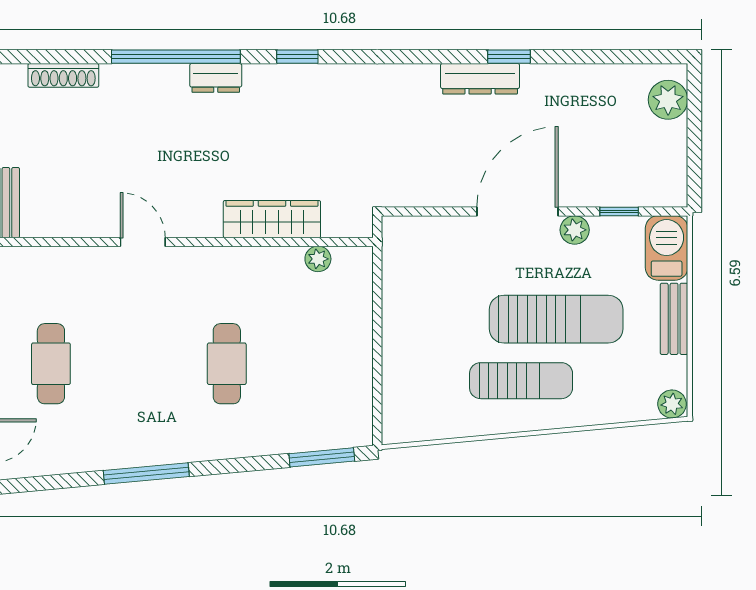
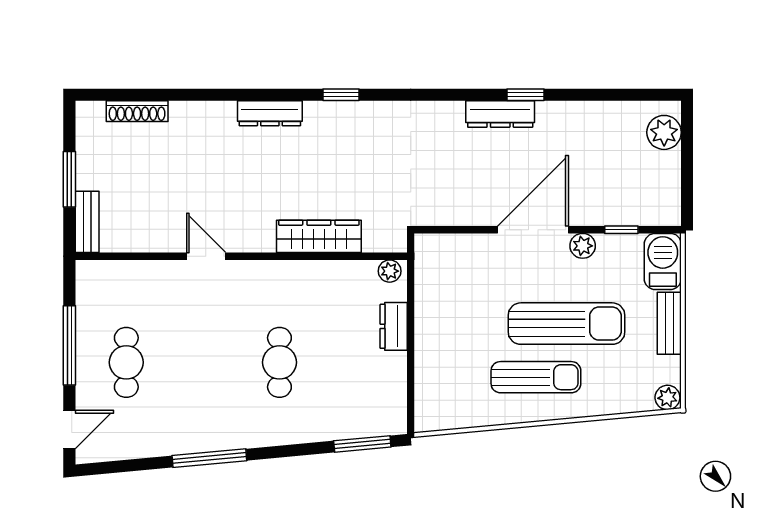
window: (176, 57) -> (235, 95), removed
dresser: (216, 78) -> (270, 113), width x1.44
plant: (318, 259) -> (390, 271), moved
dresser: (358, 322) -> (394, 326), added

